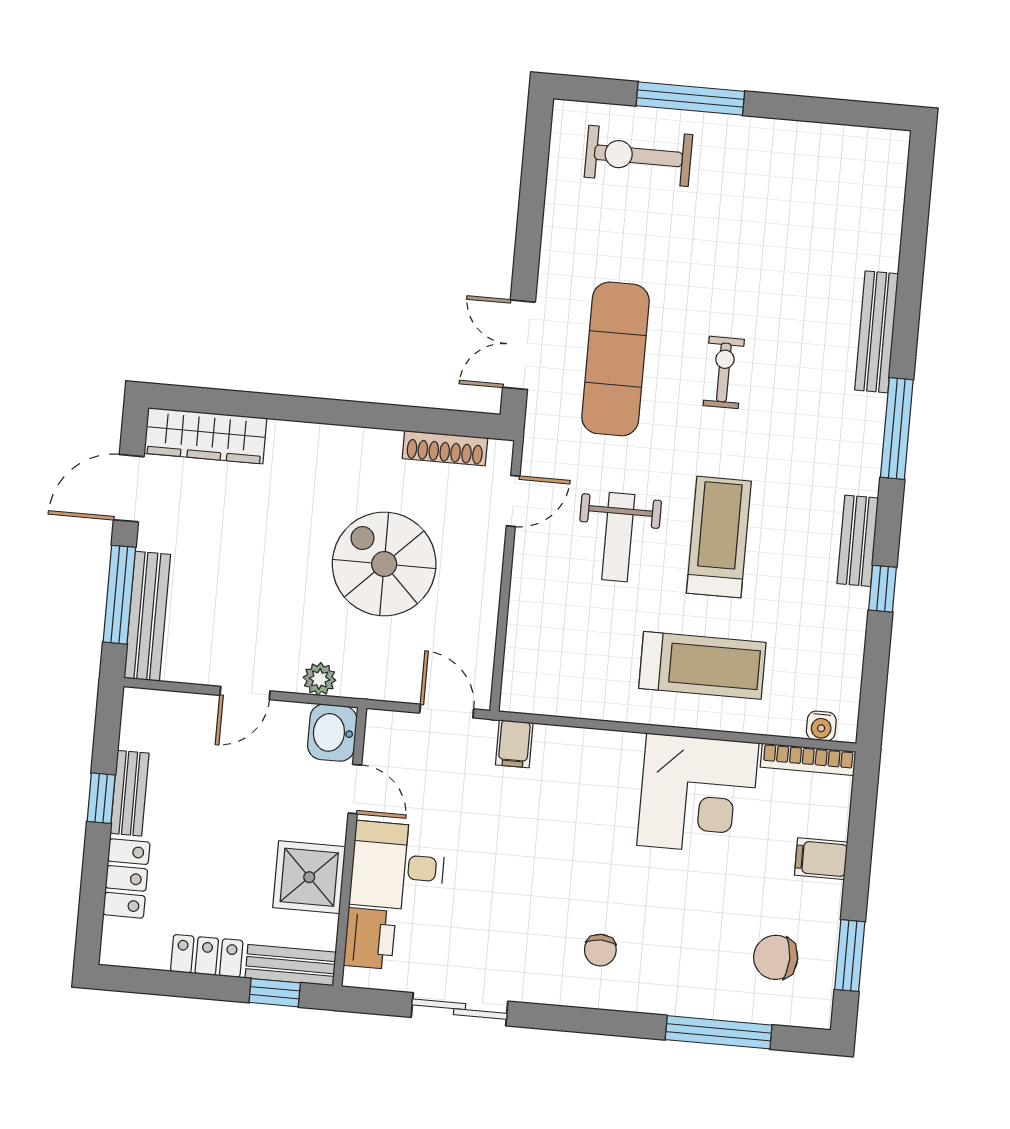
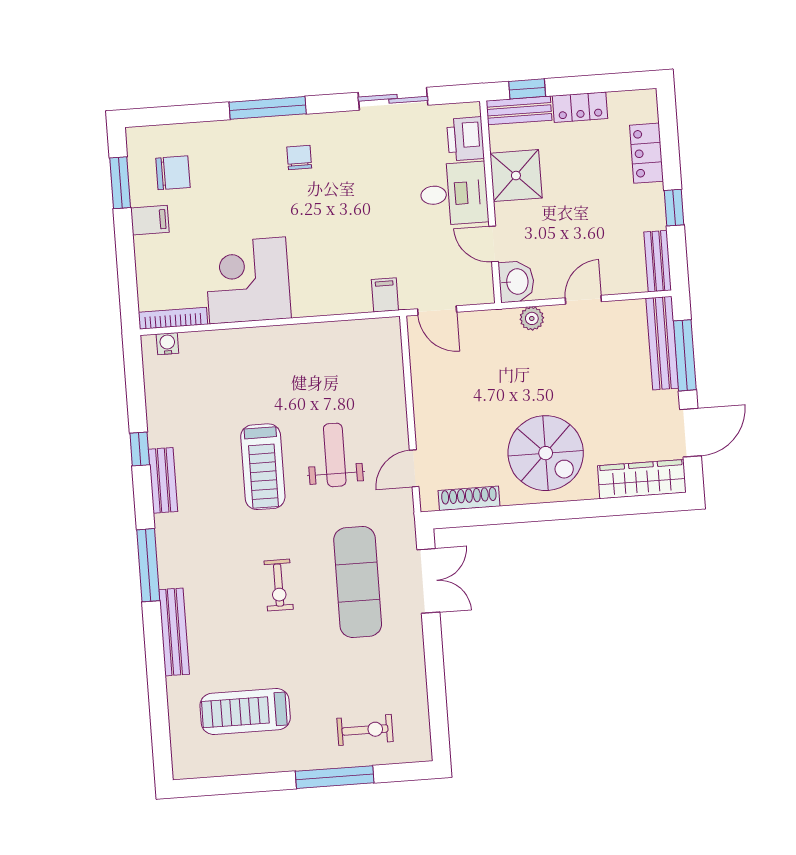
exercise bike: (638, 156) -> (365, 730), width x0.73, depth x0.72
spiral stairs: (384, 564) -> (546, 453), moved
treadmill: (702, 665) -> (245, 711), moved
bench: (130, 793) -> (658, 261), moved
filing cabinet: (821, 859) -> (150, 220), moved
window: (719, 1032) -> (268, 108), moved

